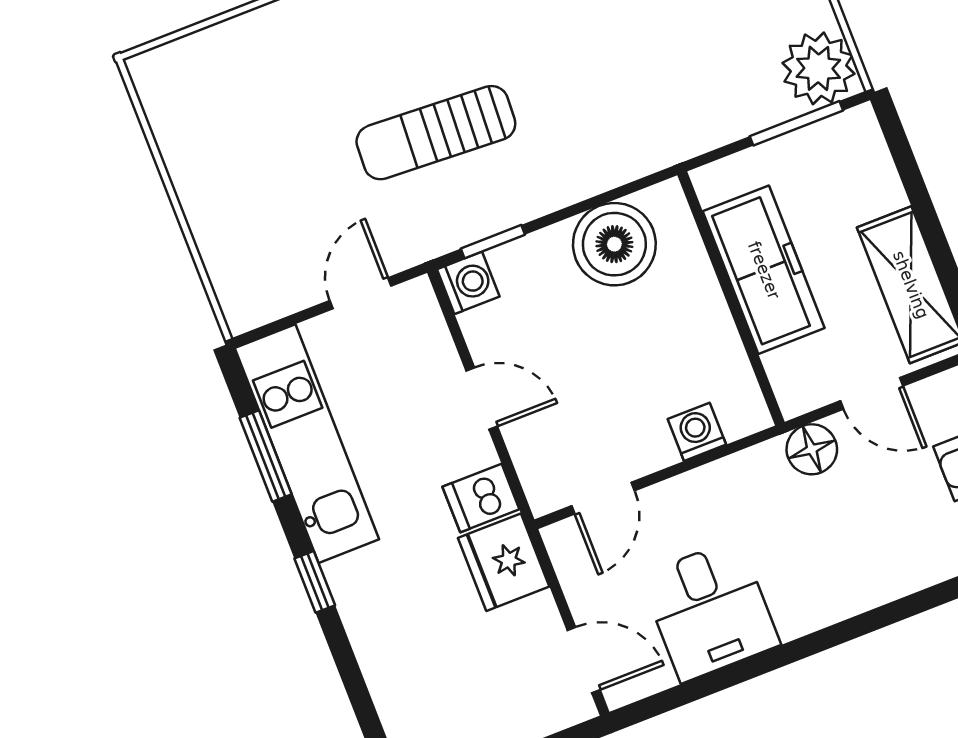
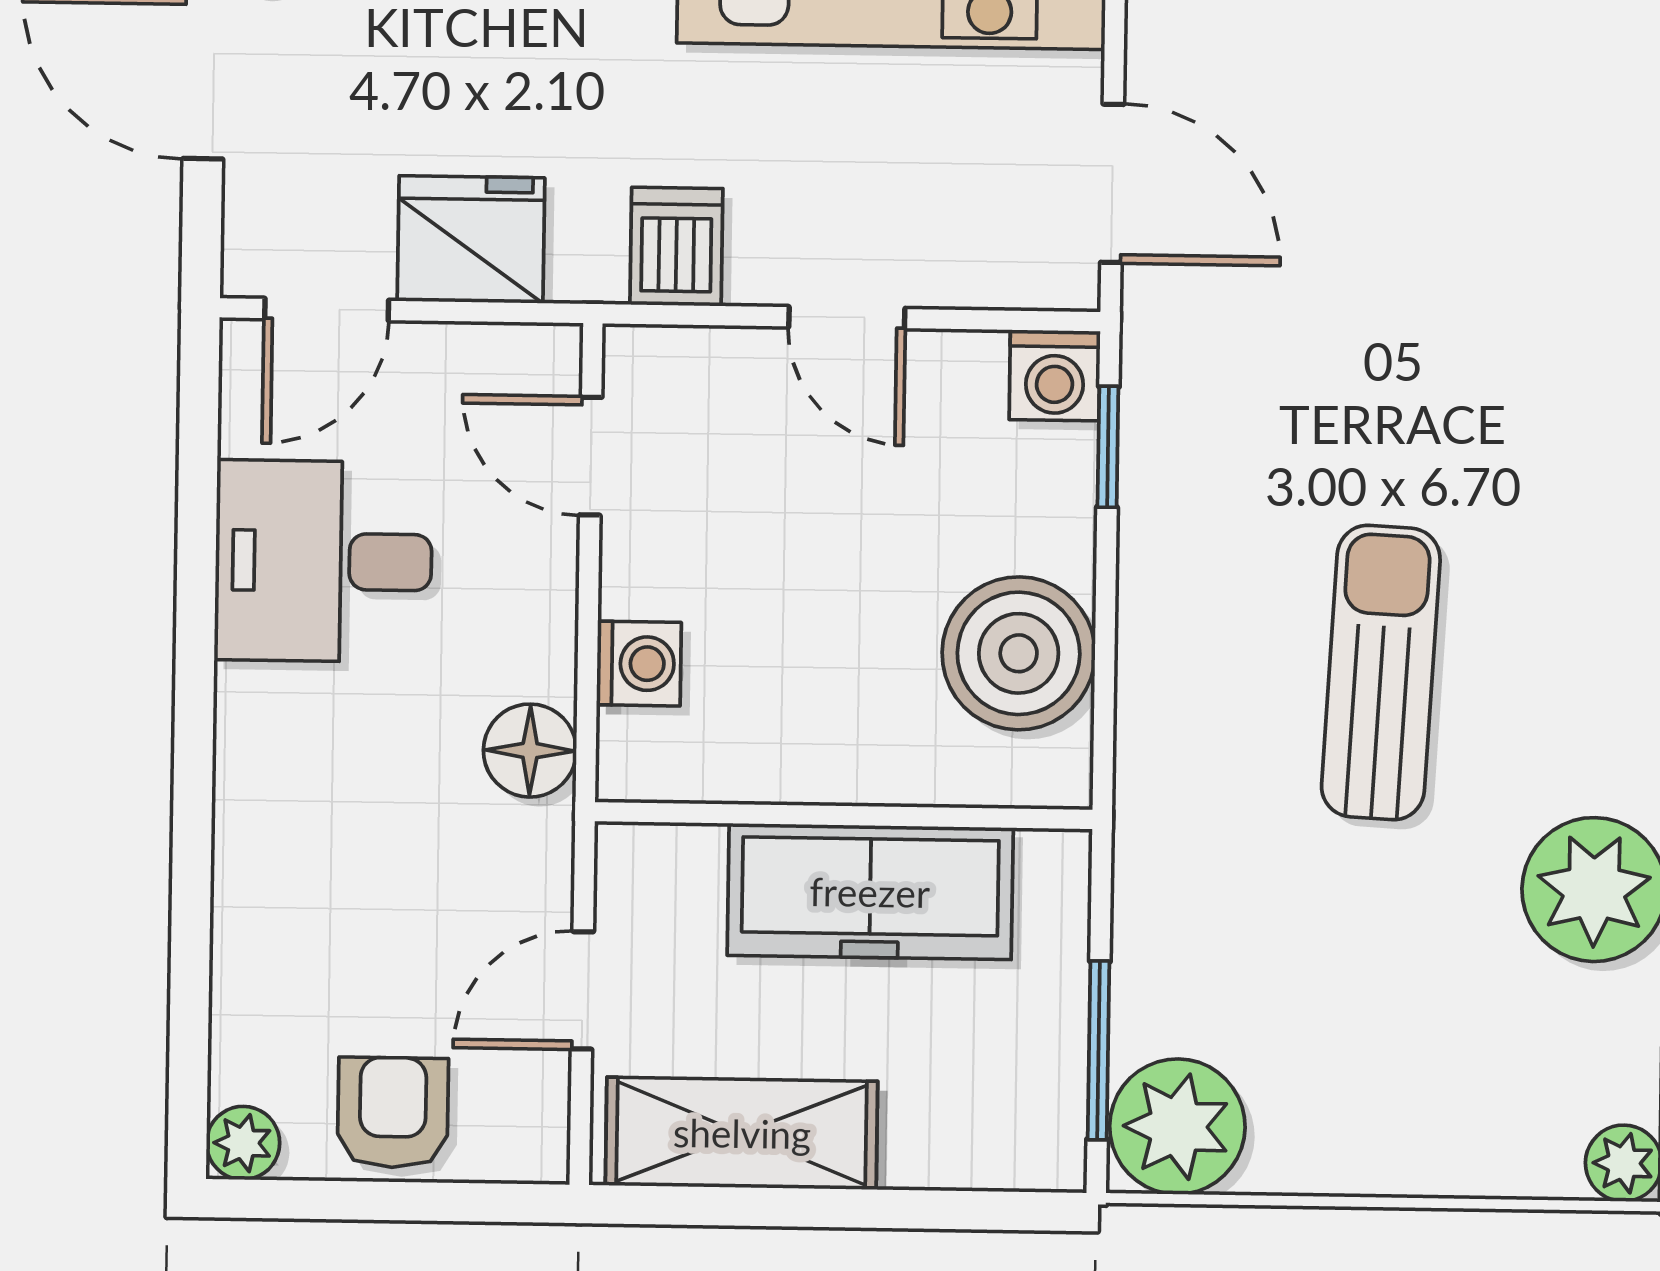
sun lounger: (436, 133) -> (1381, 673), moved
door: (360, 293) -> (1112, 183), width x1.37
door: (482, 398) -> (847, 318), hinge flipped
floor lamp: (812, 449) -> (530, 751), moved
fridge: (504, 562) -> (471, 239), moved

